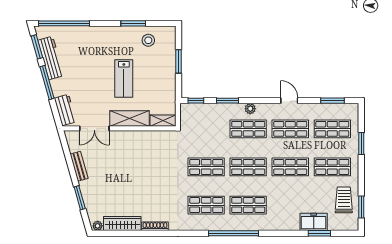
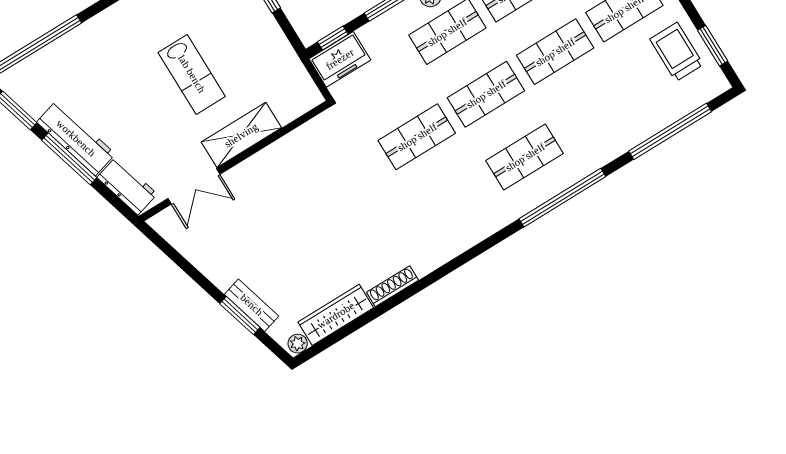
workbench: (51, 58) -> (76, 138), moved
shelving: (163, 121) -> (299, 104), removed
bench: (79, 166) -> (252, 305), moved
shop shelf: (206, 205) -> (455, 200), removed
freezer: (314, 222) -> (340, 59), moved, turned 180
window: (234, 233) -> (562, 198), moved
window: (319, 233) -> (670, 131), width x2.11

